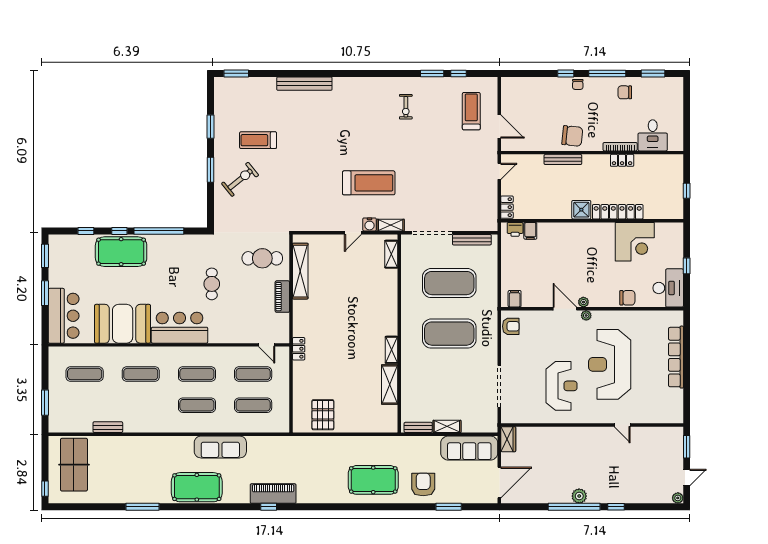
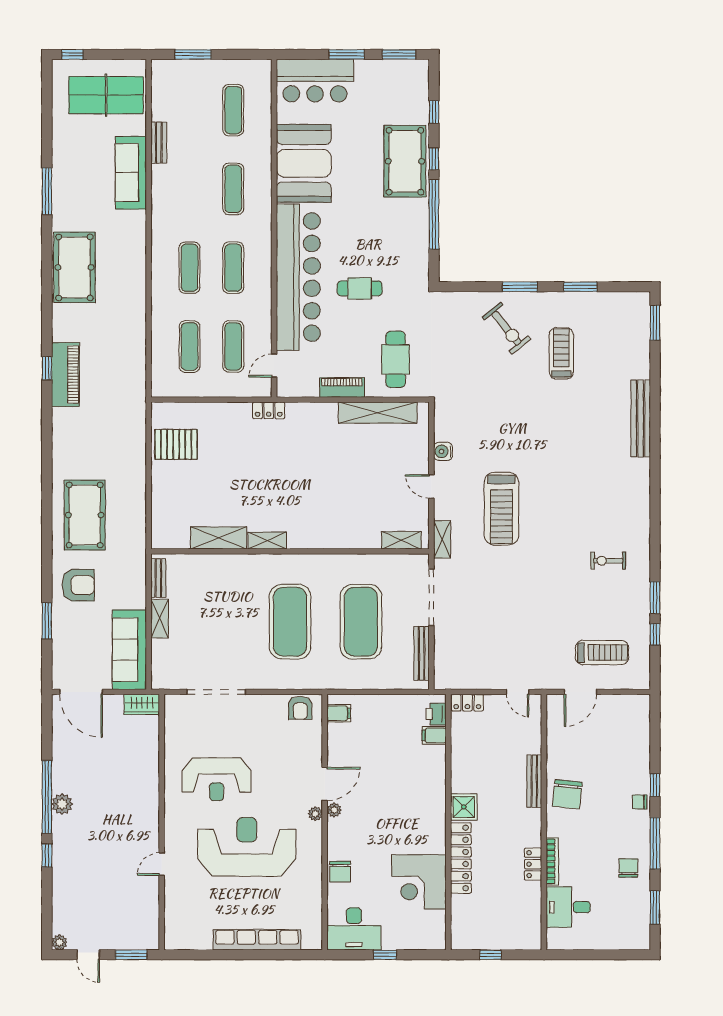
water cooler: (370, 224) -> (443, 451), moved
bar counter: (180, 328) -> (298, 277), width x1.86
sofa: (220, 447) -> (131, 173), moved

